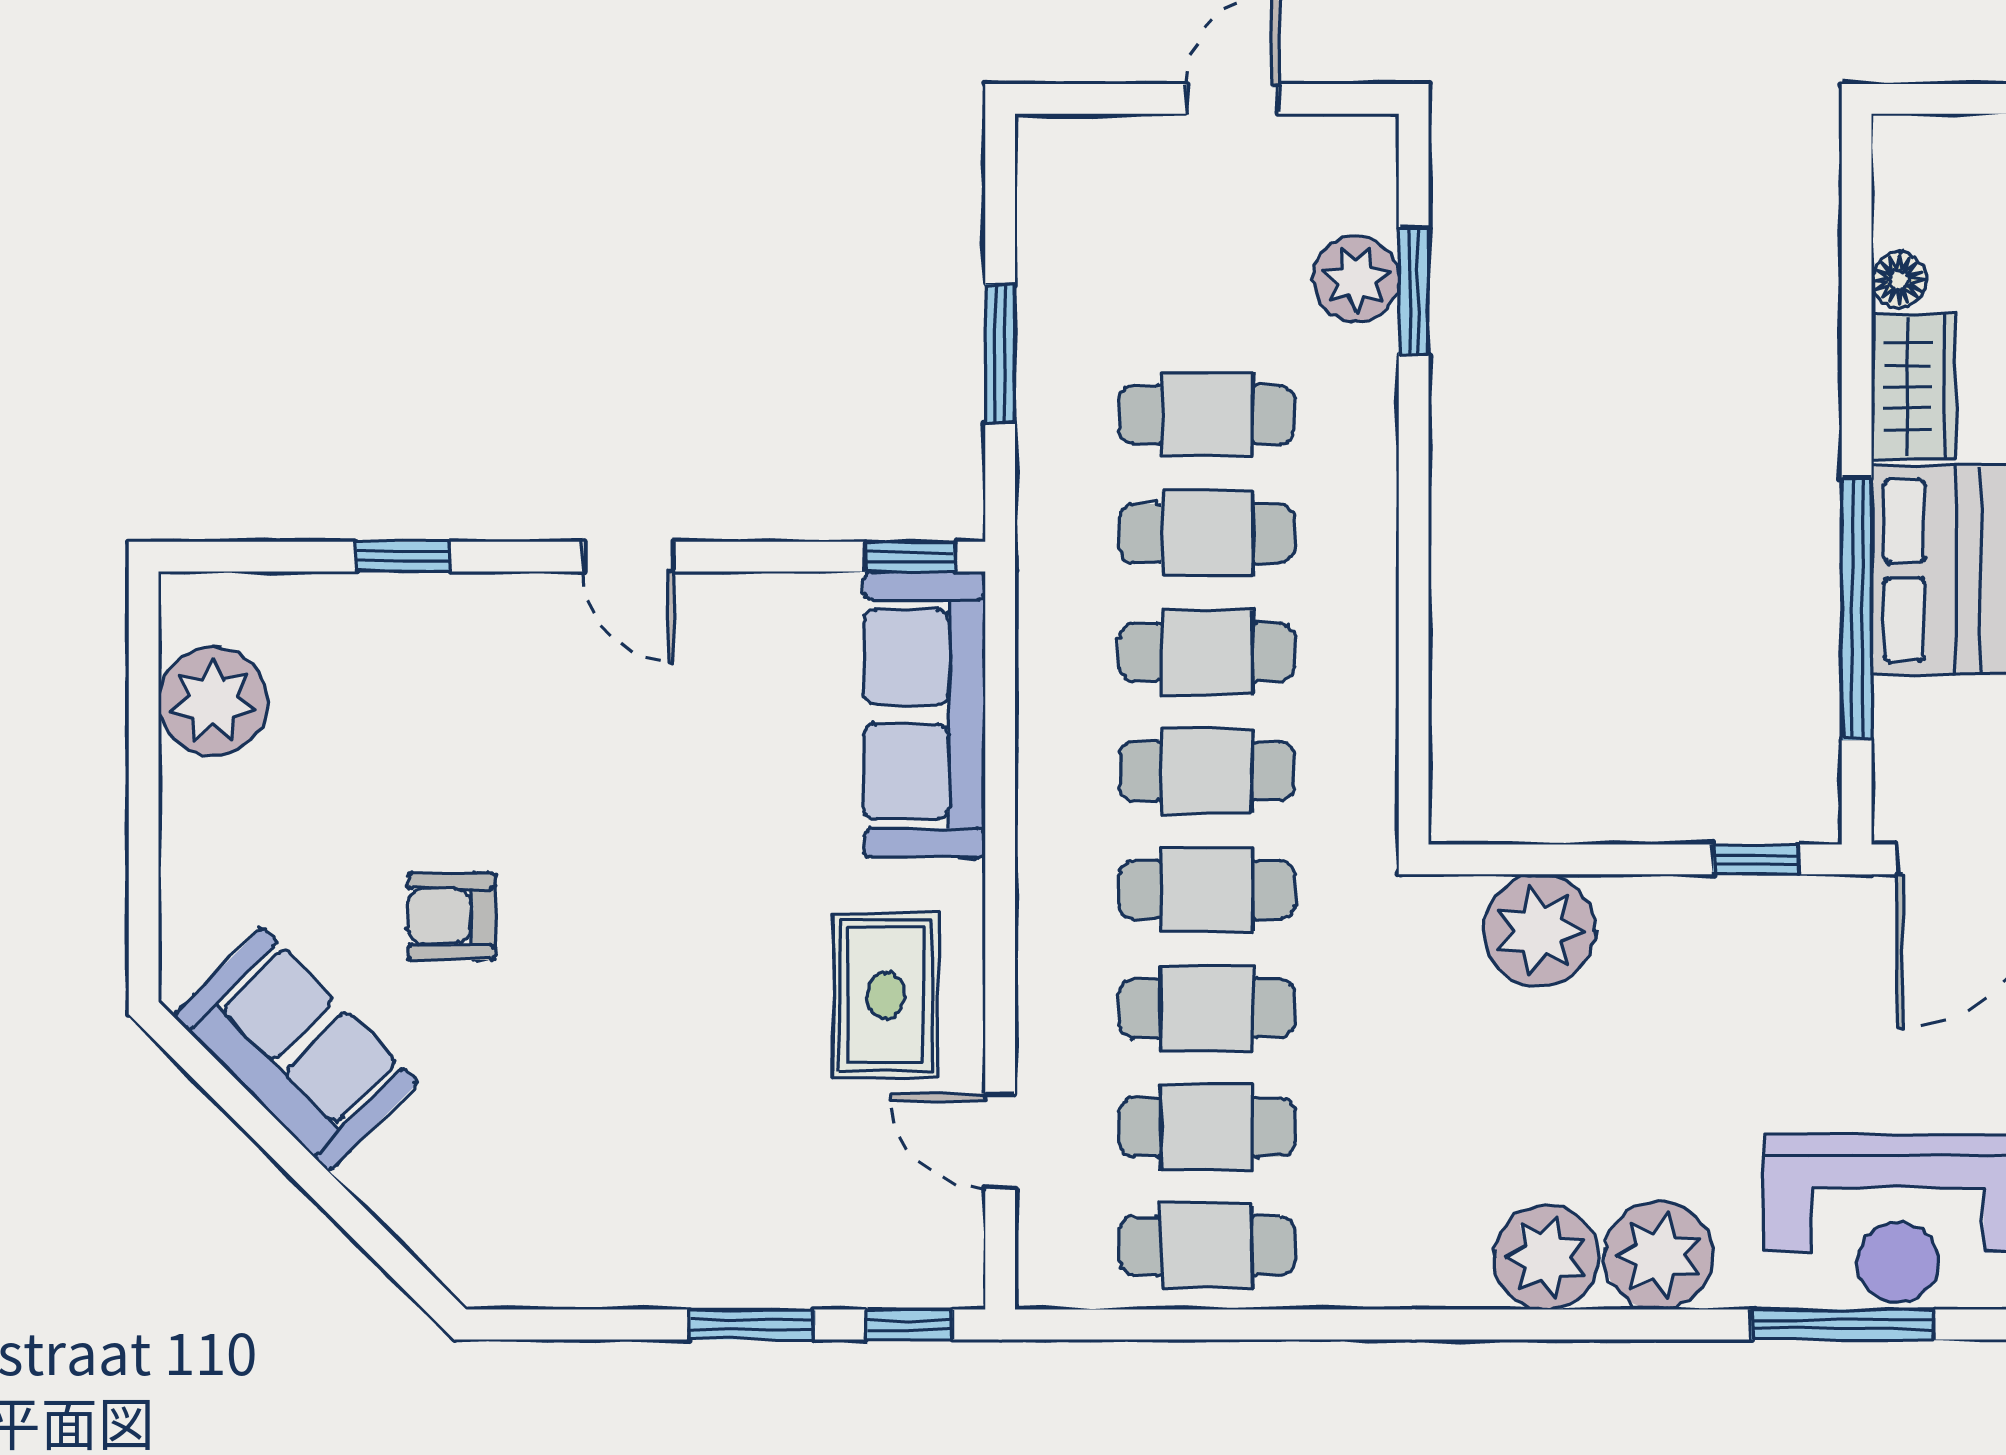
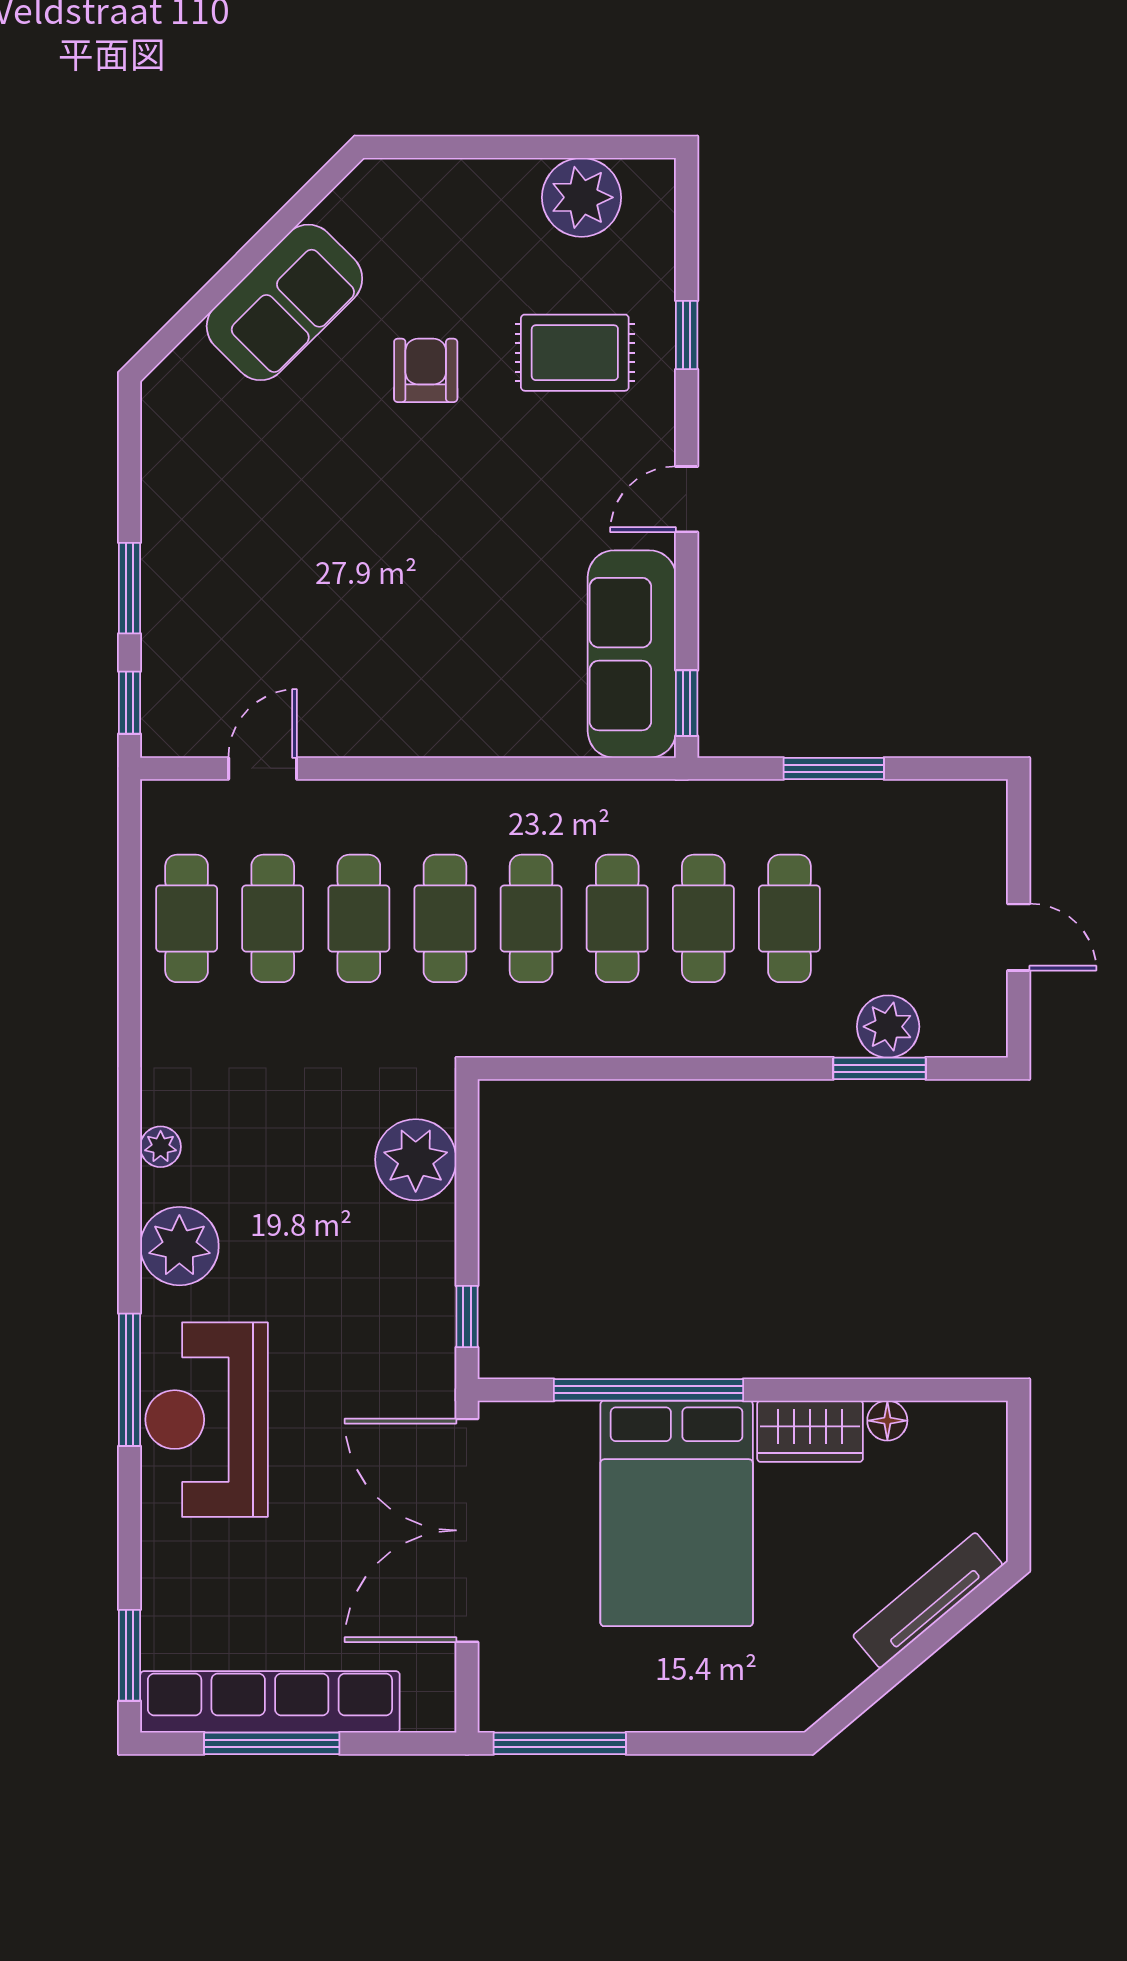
sofa: (925, 714) -> (632, 654), moved, turned -90
rug: (885, 996) -> (575, 353), moved
sofa: (296, 1049) -> (284, 302), moved
plant: (1546, 1257) -> (161, 1147), width x0.53, depth x0.53

